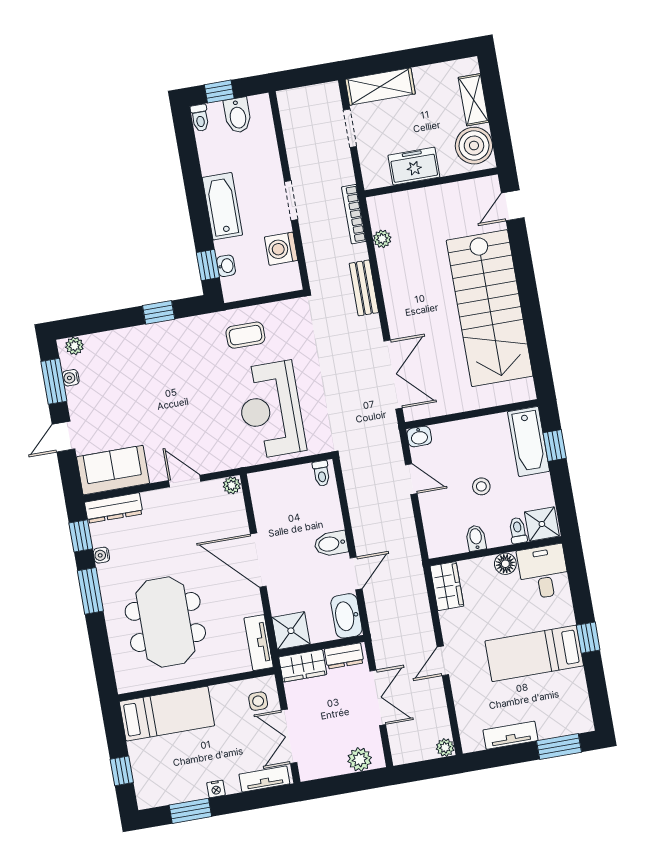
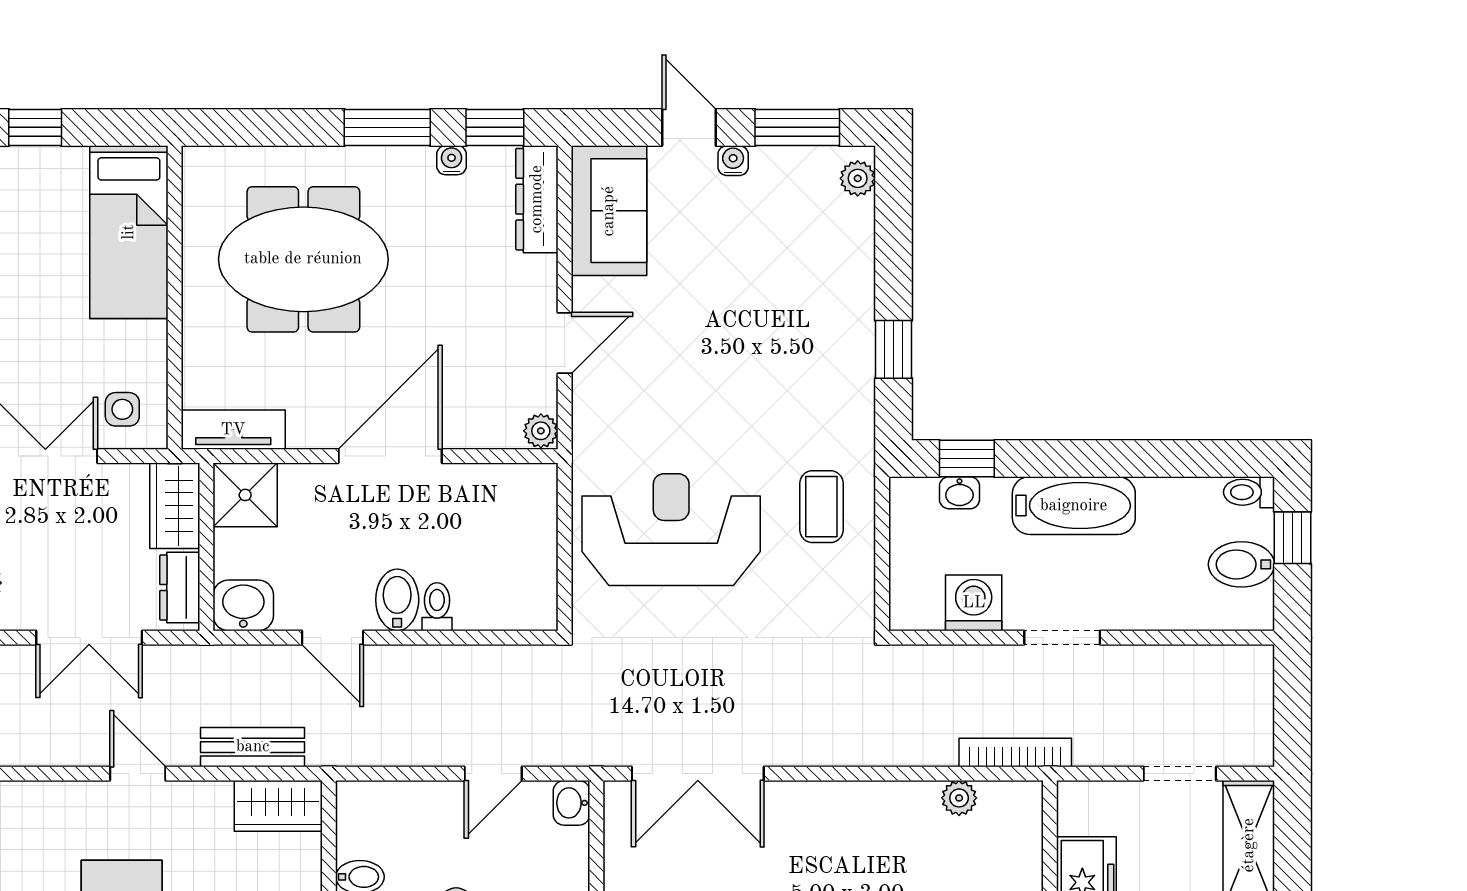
bench: (364, 288) -> (253, 747), moved
water cooler: (71, 378) -> (733, 161), moved
toilet: (321, 473) -> (437, 607), moved, turned 90
washbasin: (346, 616) -> (243, 605), width x0.72

